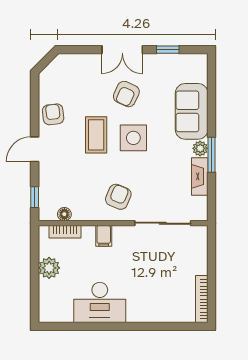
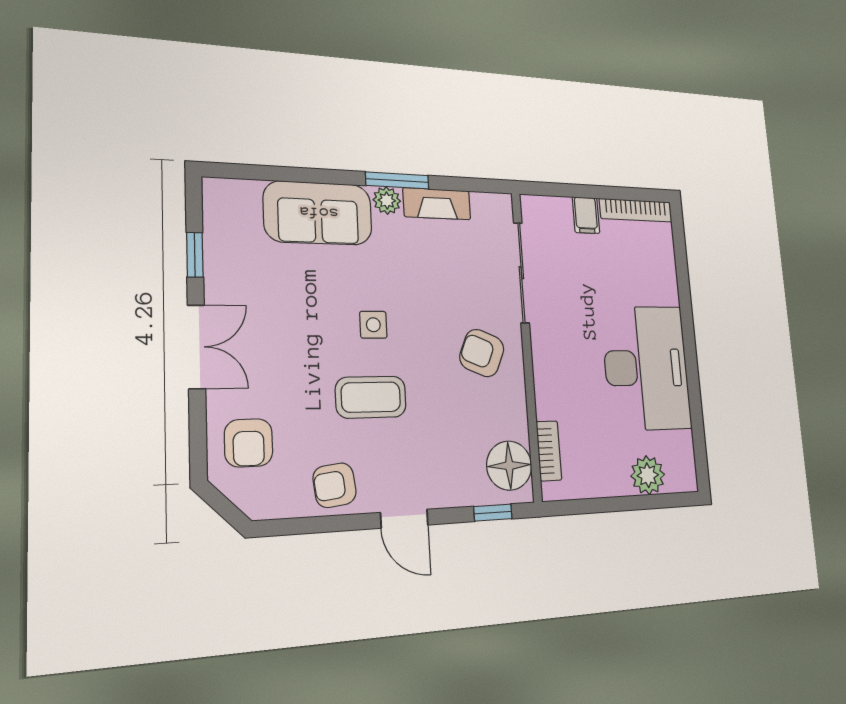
armchair: (126, 94) -> (249, 443), moved, turned 65
side table: (133, 138) -> (373, 325), width x0.54, depth x0.54
floor lamp: (64, 214) -> (509, 466), width x1.89, depth x1.89
filing cabinet: (104, 236) -> (586, 215), moved, turned 90
plant: (49, 268) -> (648, 475), moved
desk: (100, 302) -> (646, 368), width x1.36, depth x1.30

